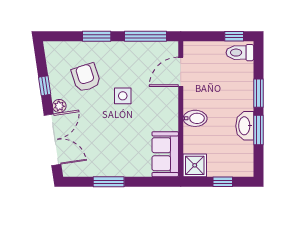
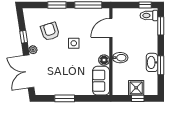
window: (258, 93) -> (161, 26), moved
floor lamp: (170, 122) -> (104, 60), added
double door: (53, 140) -> (29, 71), swing flipped
shower: (195, 165) -> (136, 88), moved

